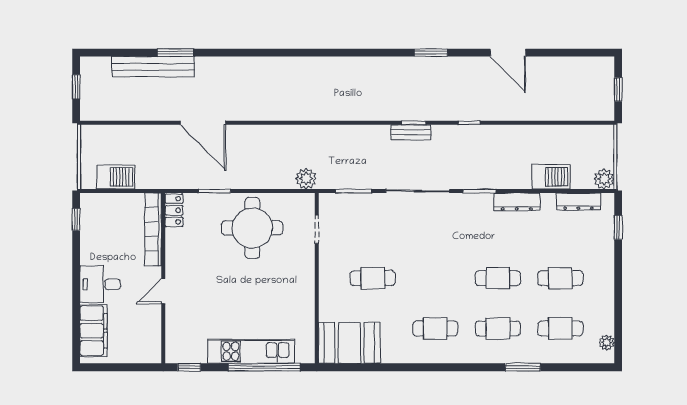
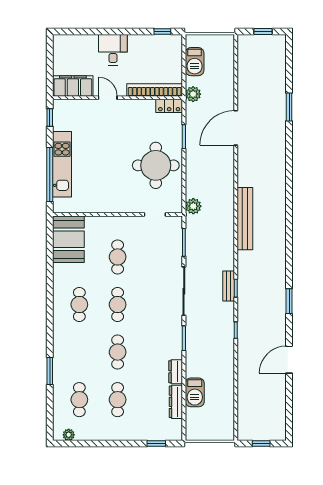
bench: (153, 67) -> (245, 219), moved
plant: (604, 179) -> (193, 94), moved
dresser: (517, 202) -> (176, 372), width x0.70
dresser: (578, 202) -> (176, 402), moved
cafe table: (498, 328) -> (118, 305), moved
filing cabinet: (94, 331) -> (73, 86), moved, turned 180

